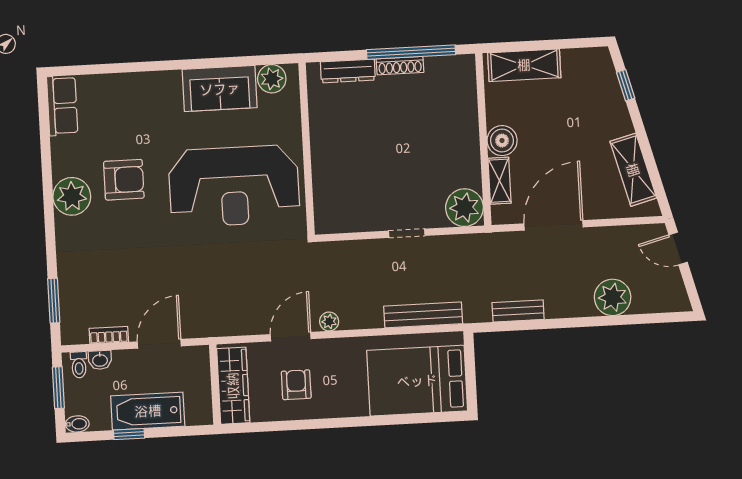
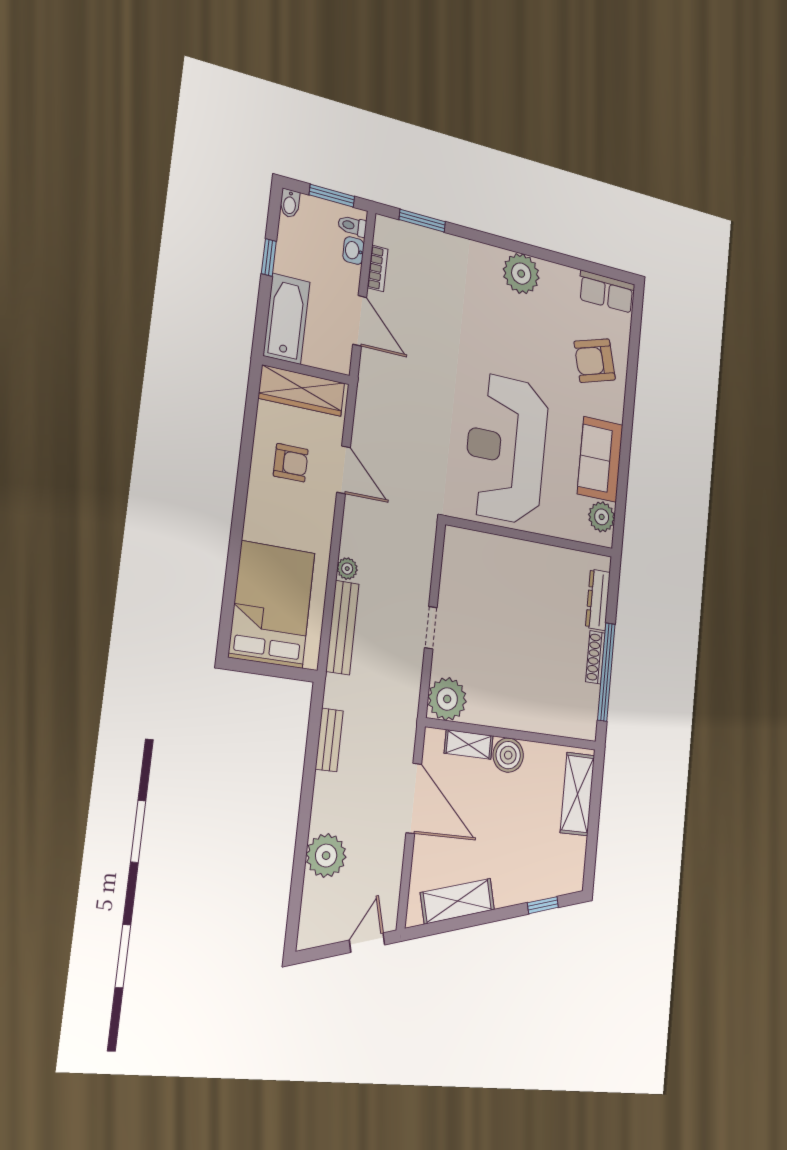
armchair: (124, 180) -> (595, 361), moved, turned 74
plant: (329, 321) -> (347, 569), moved
bathtub: (148, 411) -> (287, 319), moved

